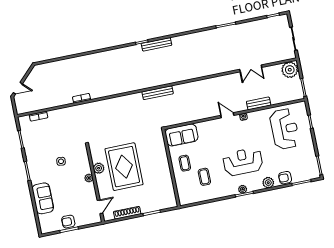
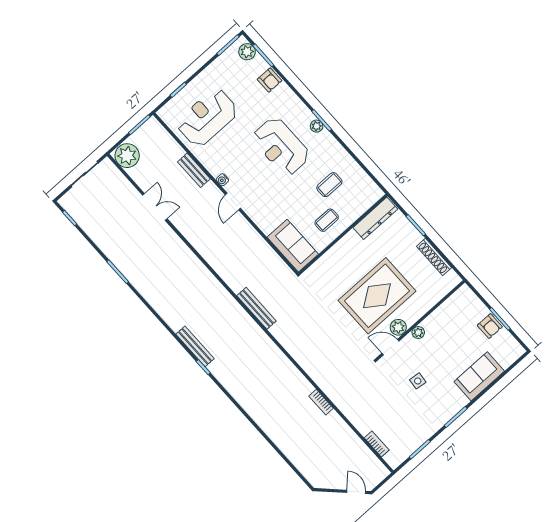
plant: (268, 183) -> (247, 52), moved
dresser: (169, 192) -> (375, 218), added
door: (100, 207) -> (390, 347), moved

